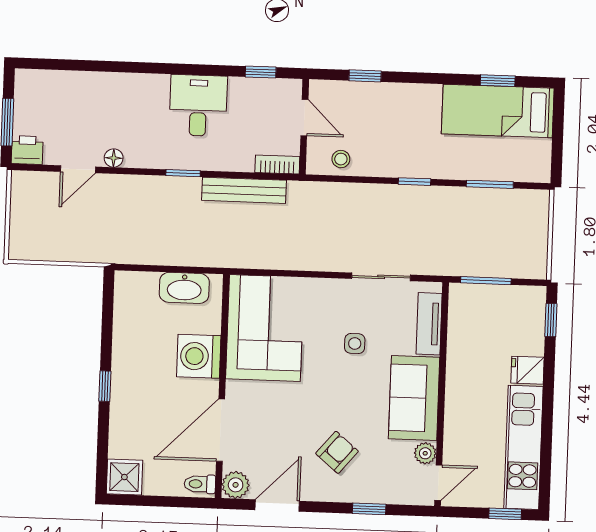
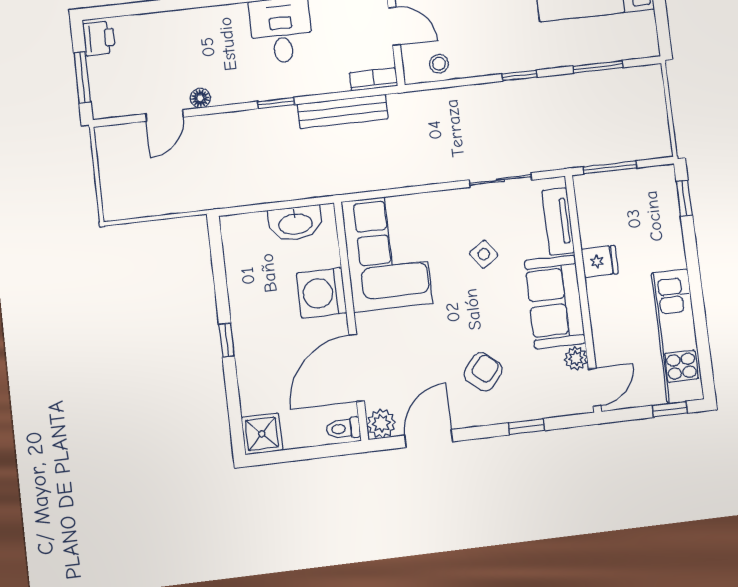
printer: (27, 150) -> (99, 38), moved, turned 90
side table: (355, 344) -> (484, 254), turned -35
fridge: (528, 370) -> (600, 261), moved, turned 180

